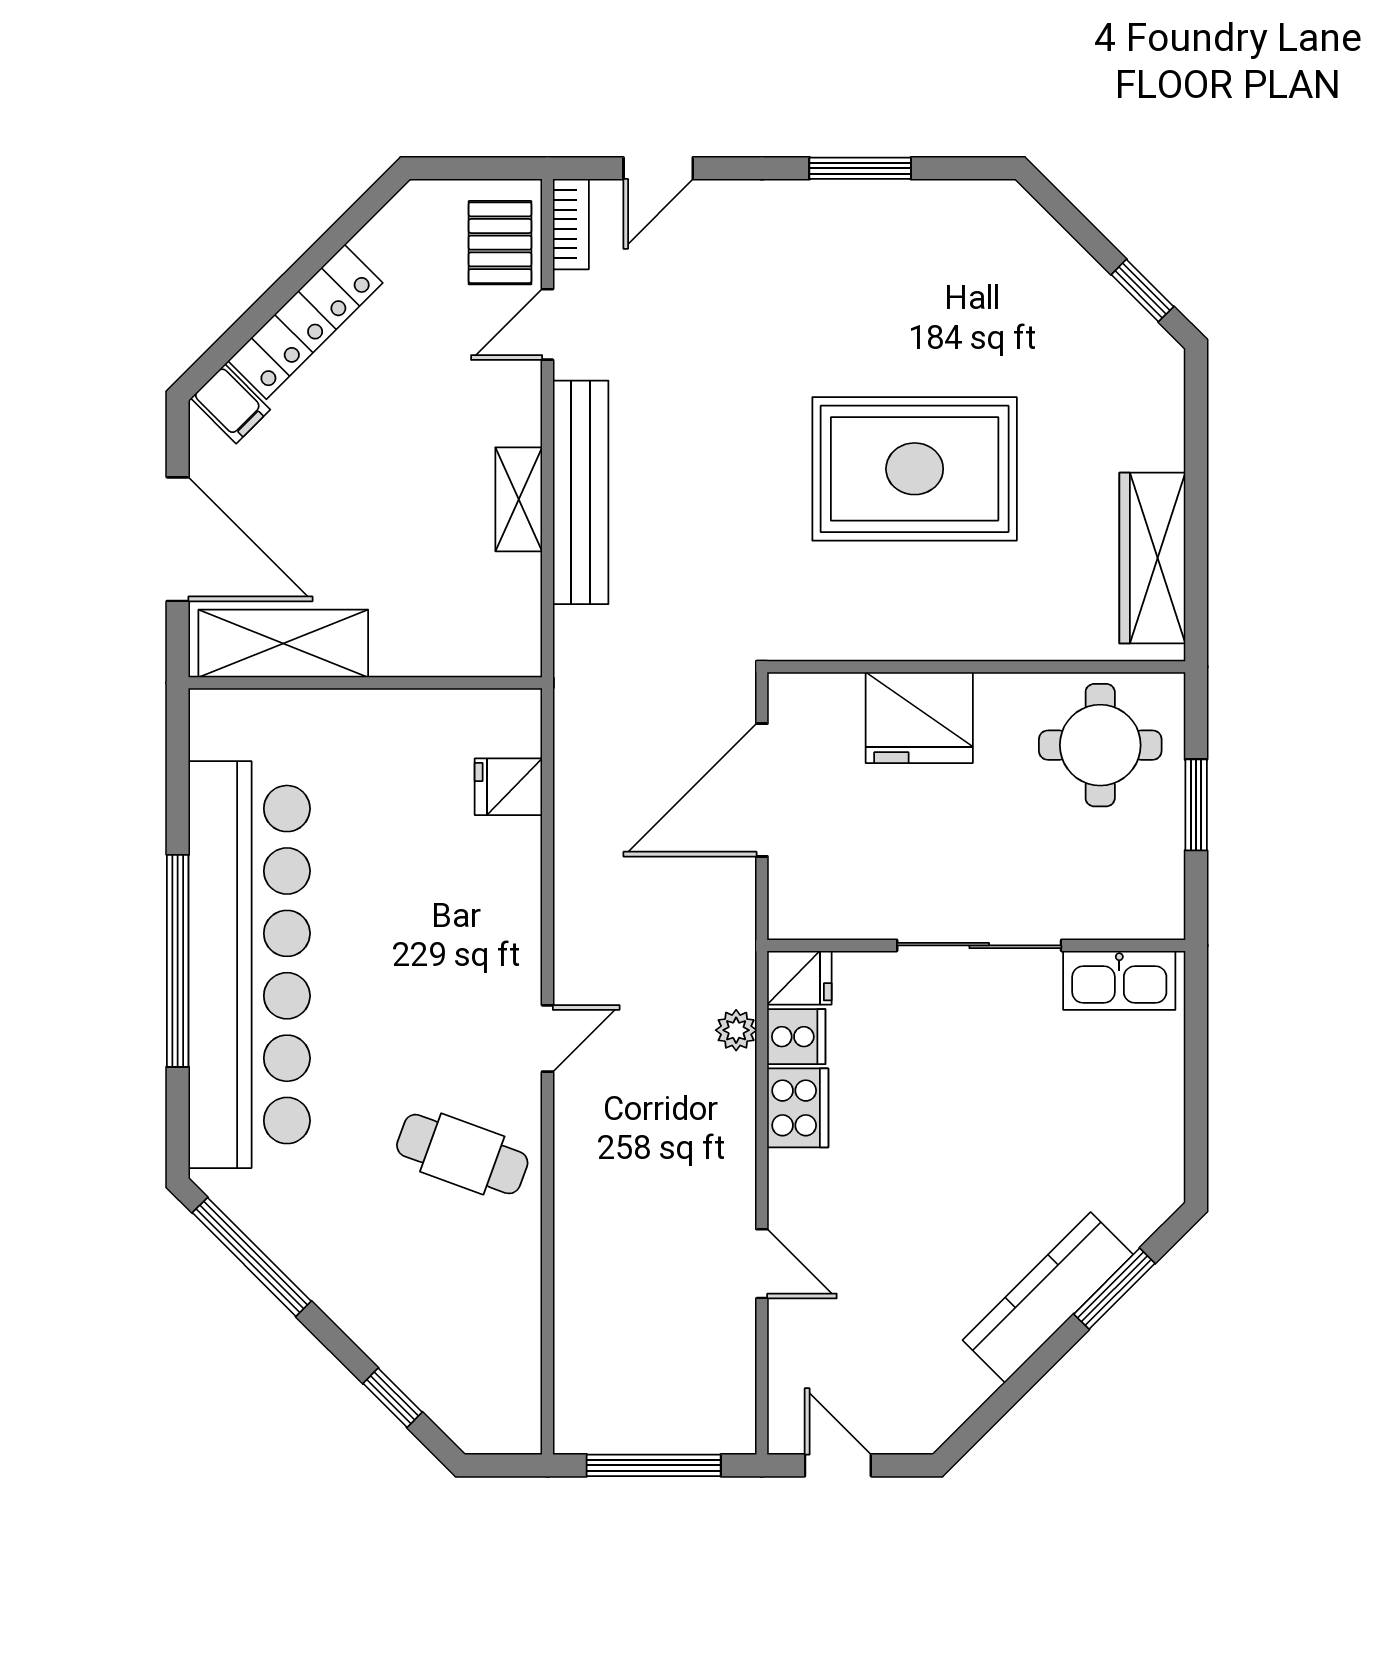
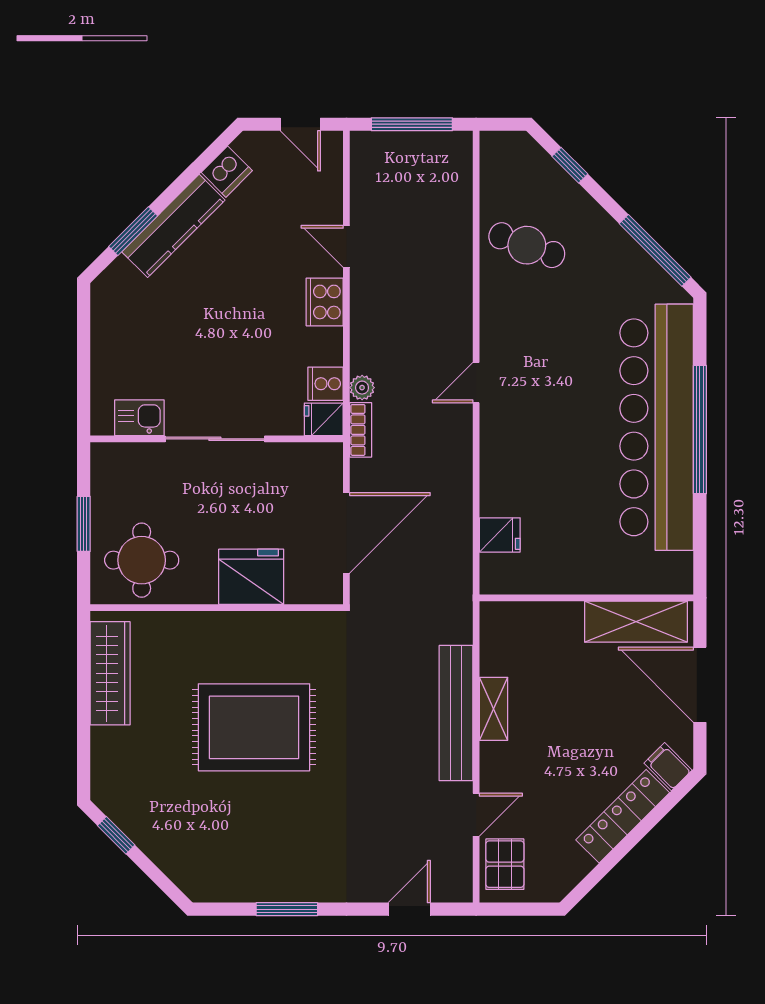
bookcase: (571, 224) -> (361, 430), moved, turned 180
kitchen sink: (1119, 980) -> (139, 418), width x0.73
cooker: (798, 1108) -> (325, 302), moved
cafe table: (462, 1154) -> (527, 245), moved
dishwasher: (960, 1387) -> (227, 172), added

